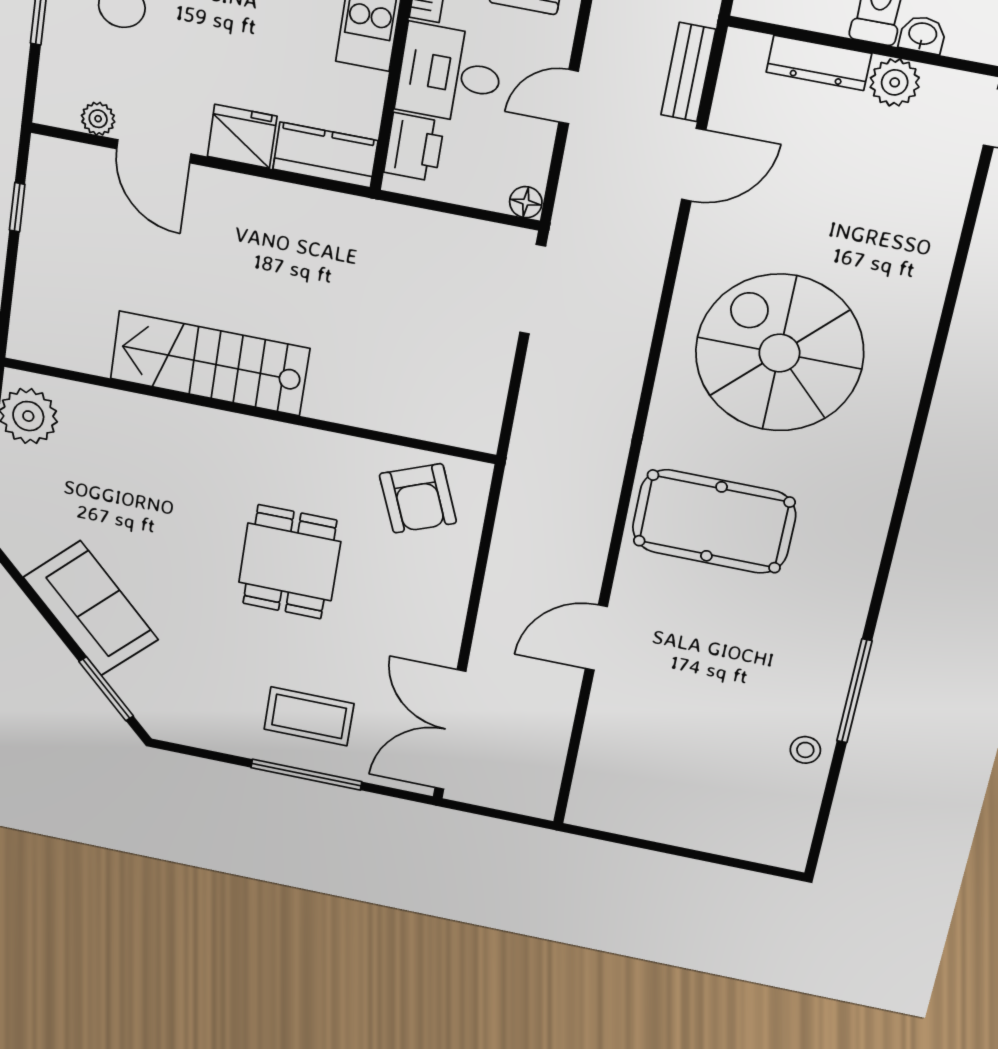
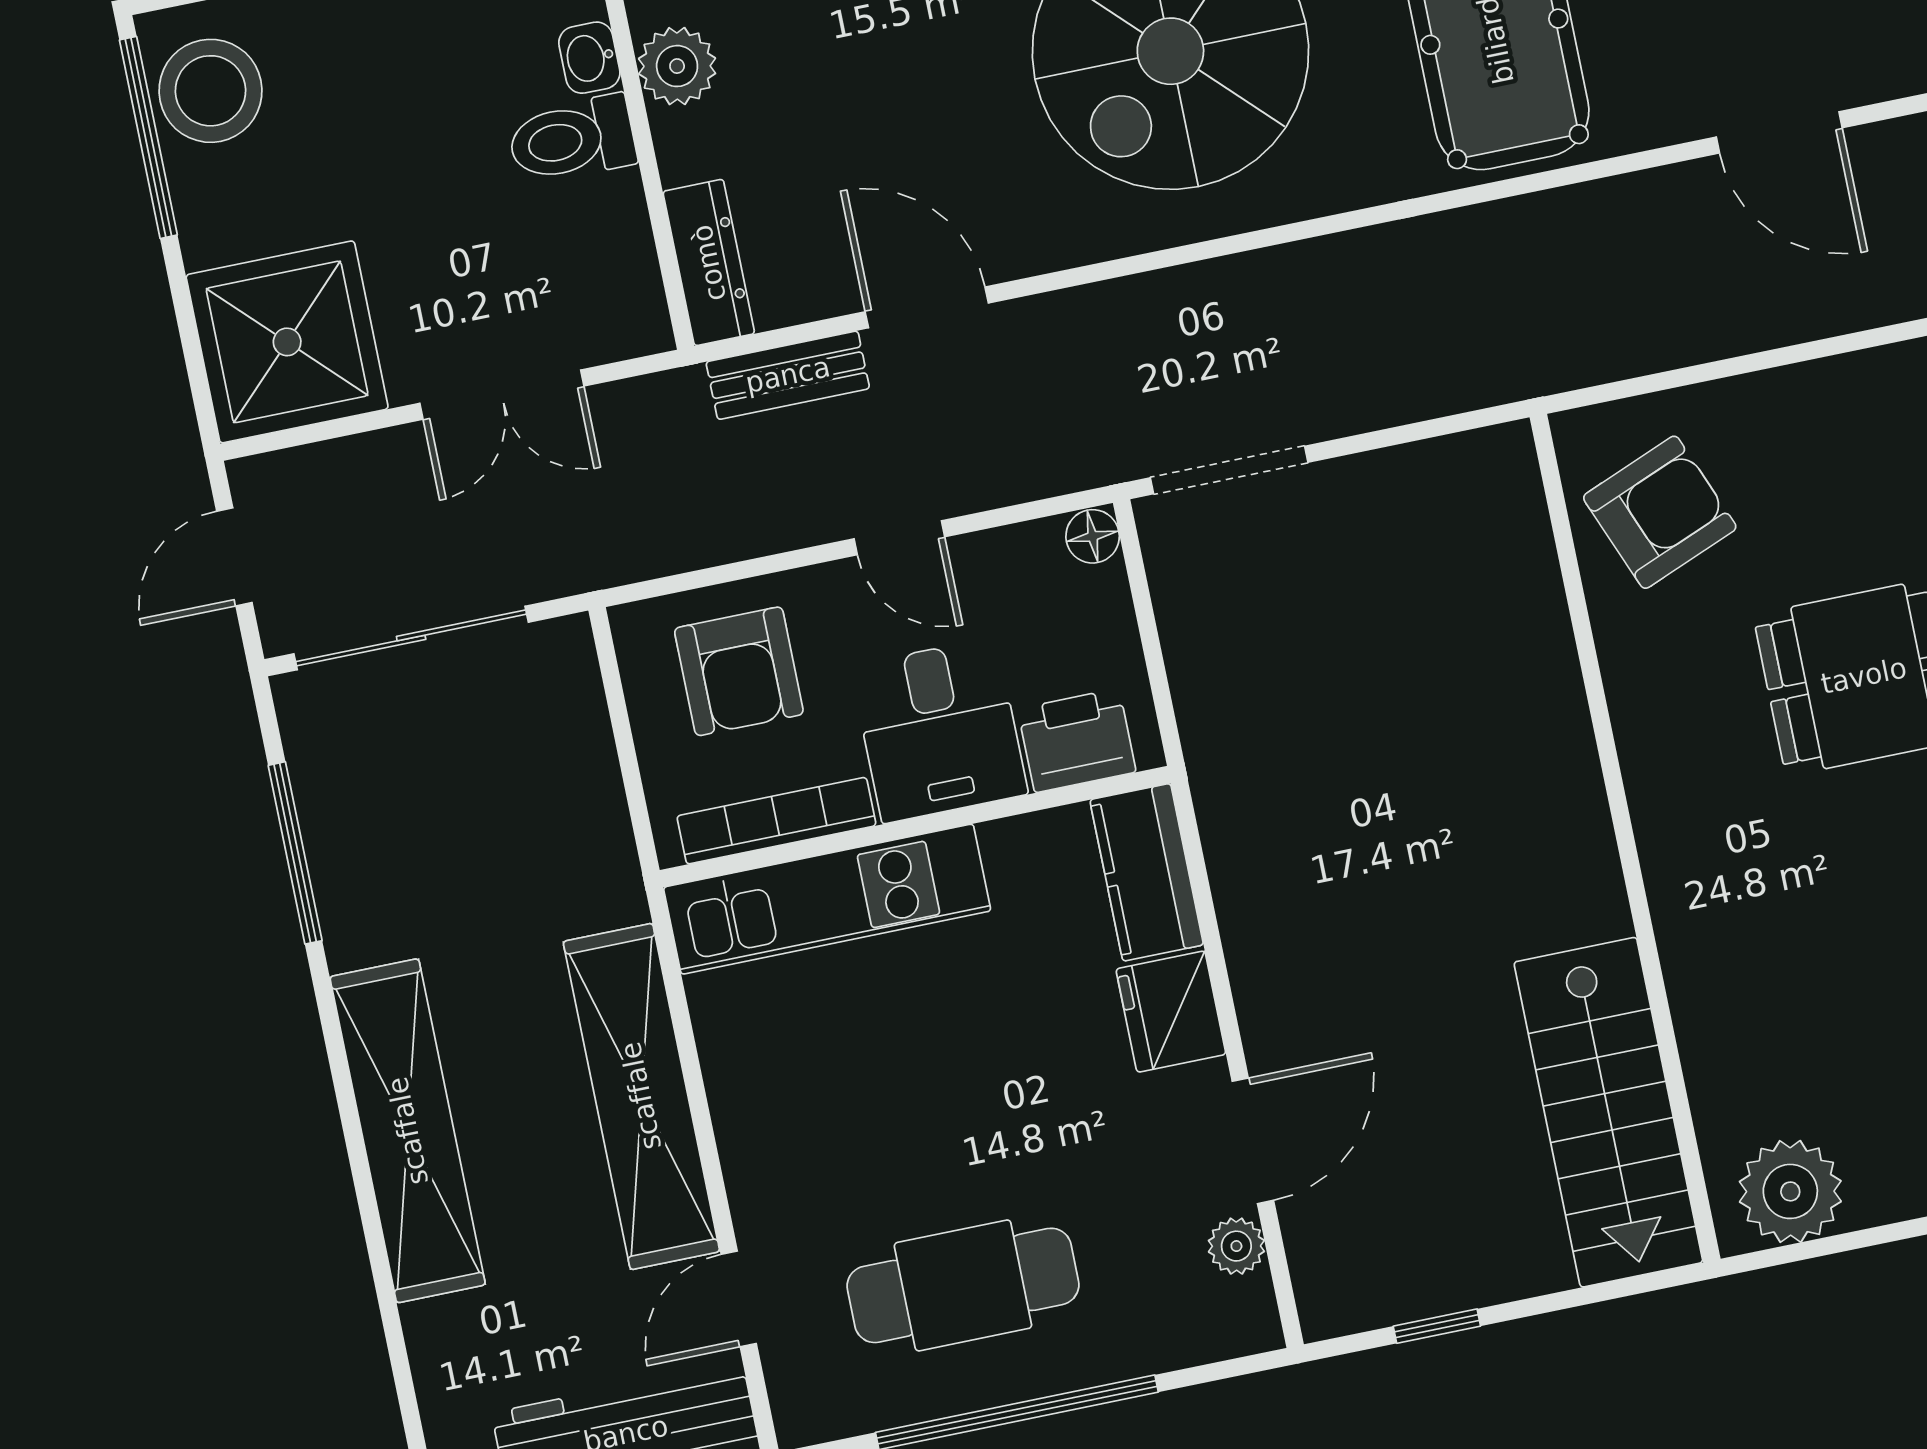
dresser: (819, 63) -> (709, 263), moved
stairs: (210, 363) -> (1608, 1112), moved

